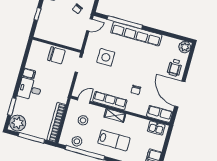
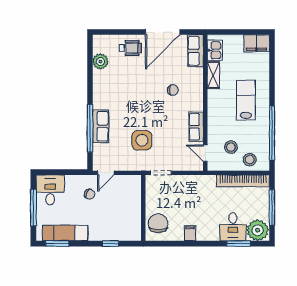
door: (90, 25) -> (106, 173), swing flipped
row of seats: (136, 34) -> (101, 126), width x0.50
plant: (185, 47) -> (100, 62), moved
chair: (56, 55) -> (158, 223), moved
desk: (30, 89) -> (233, 227), moved
row of seats: (110, 101) -> (196, 127), width x0.68
shelving: (115, 115) -> (213, 75), moved
stool: (77, 141) -> (250, 160), moved

